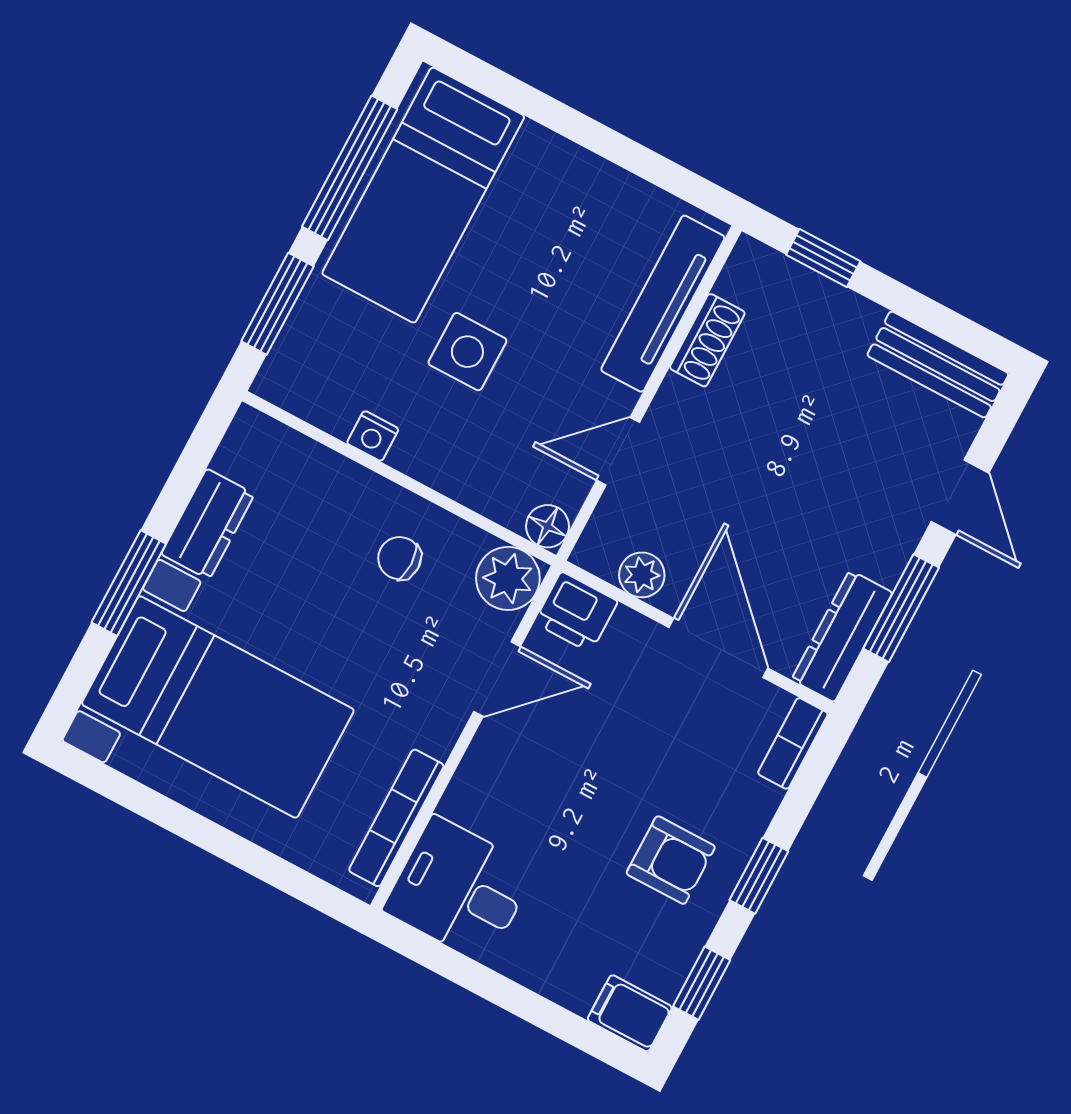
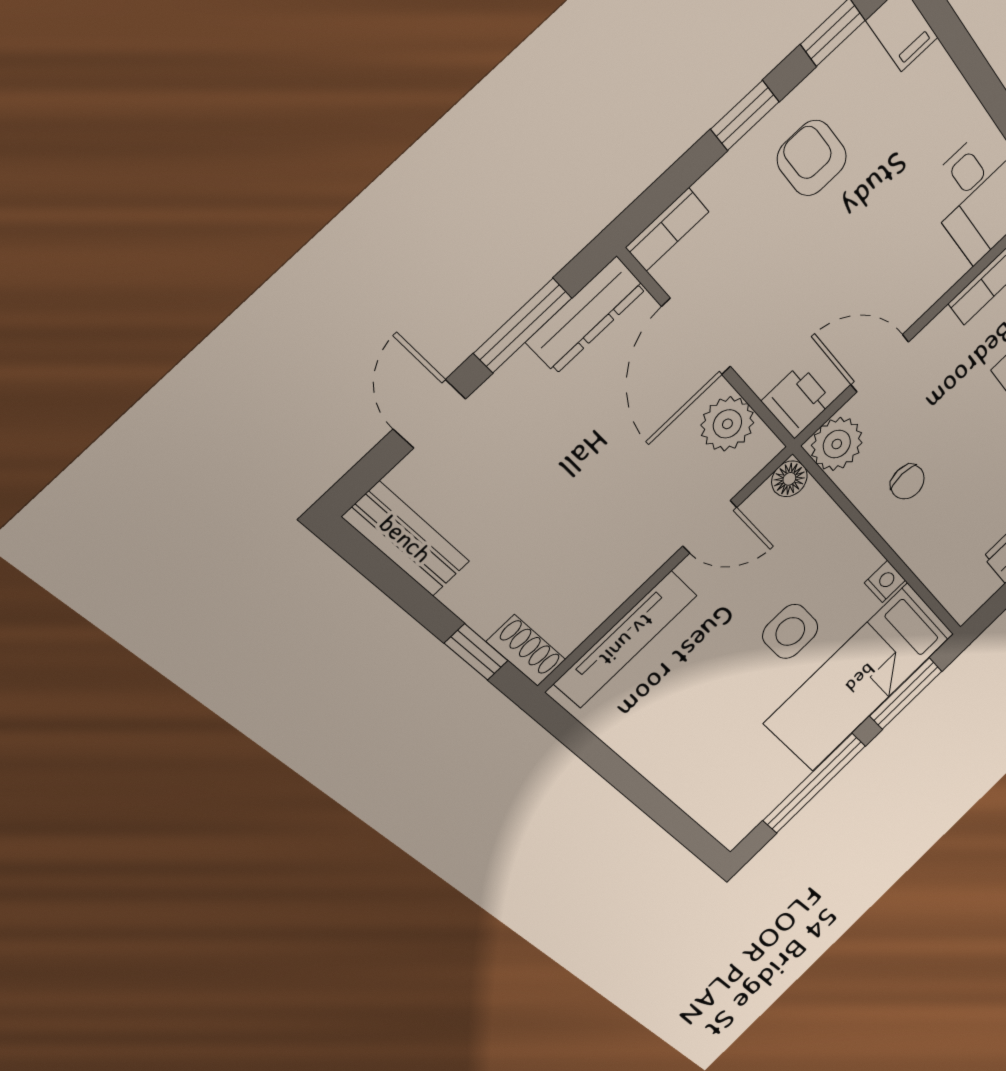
bed: (423, 195) -> (860, 678), moved, turned 180
shoe rack: (707, 340) -> (526, 651), moved, turned 90
plant: (642, 575) -> (727, 424), width x1.38, depth x1.38

